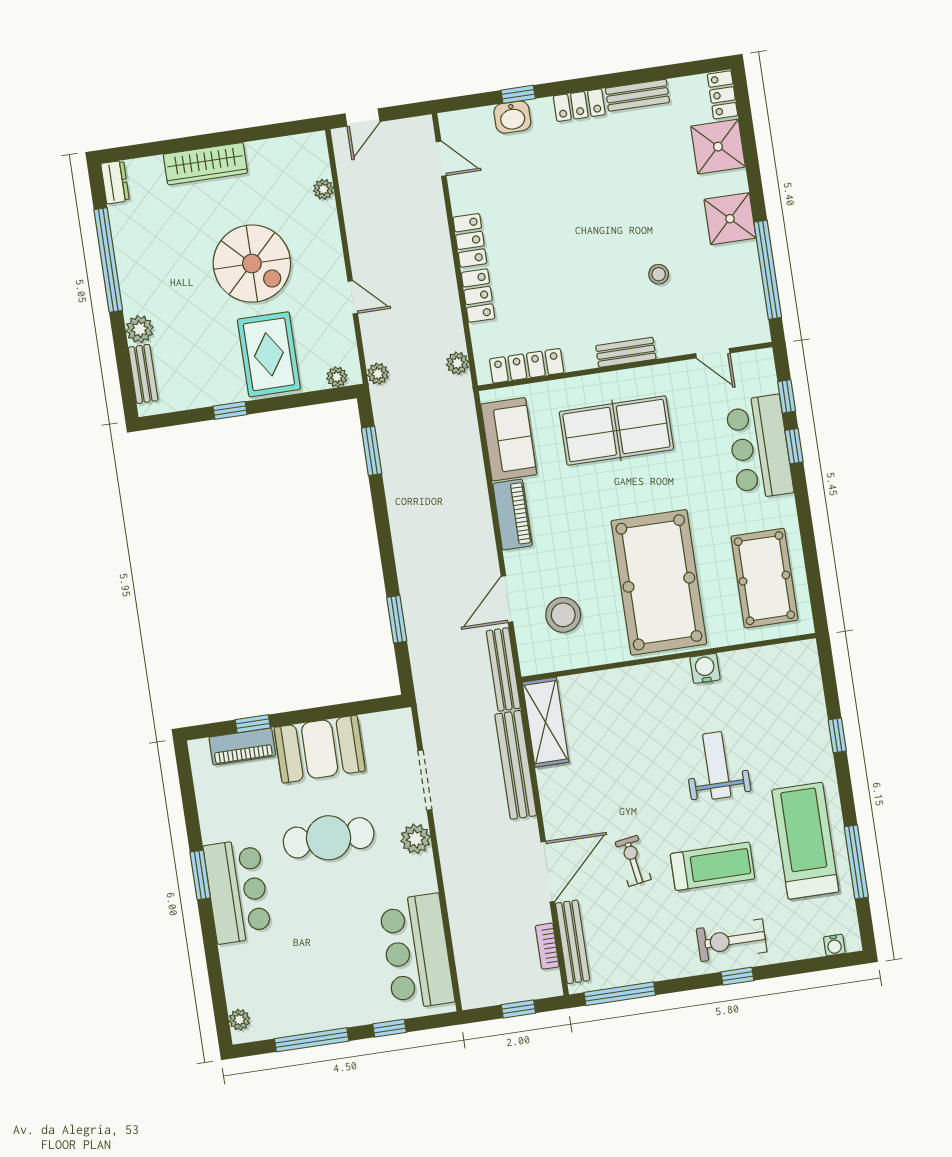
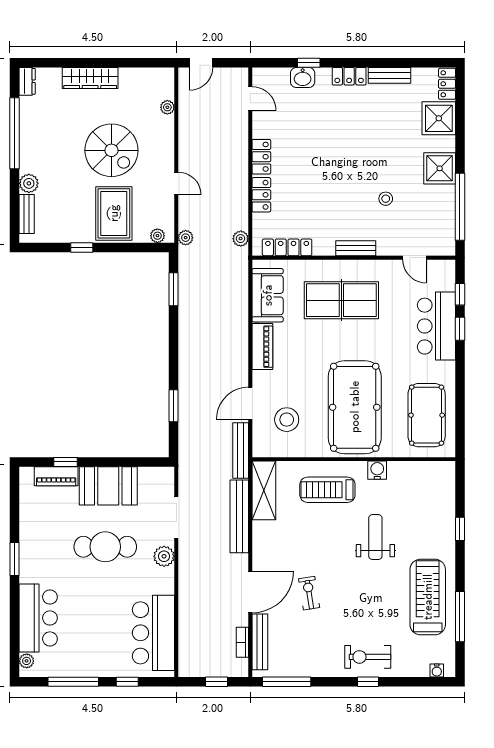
treadmill: (713, 866) -> (327, 490), moved, turned 180
bar counter: (237, 891) -> (38, 618), moved

